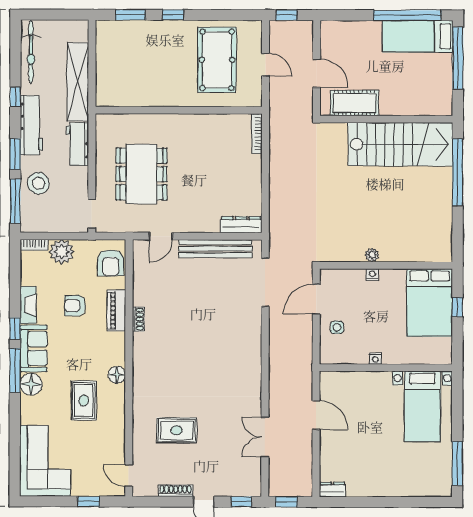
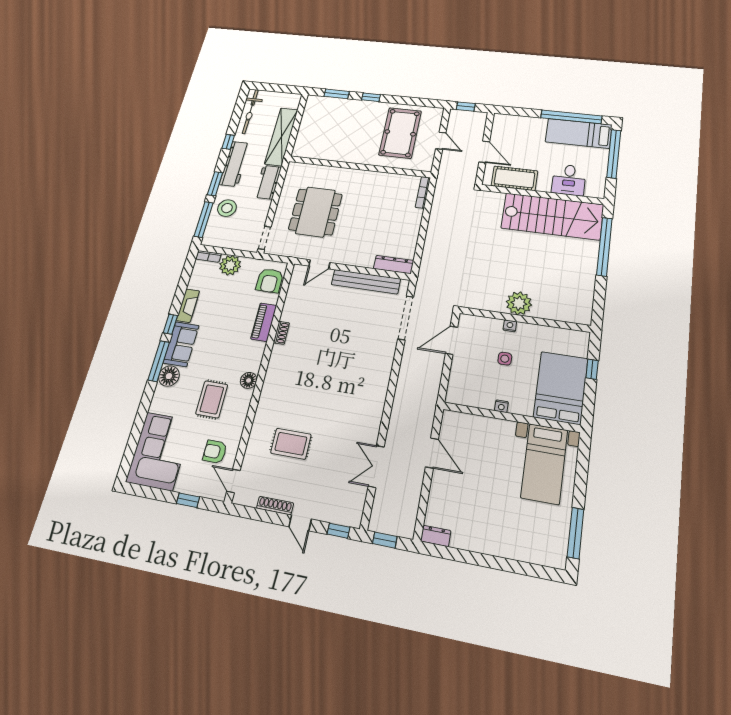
desk: (413, 97) -> (569, 180), added
plant: (372, 255) -> (519, 303), width x1.87, depth x1.87
bed: (430, 303) -> (561, 388), moved, turned 180
armchair: (75, 306) -> (215, 452), moved
side table: (337, 327) -> (505, 359), moved

